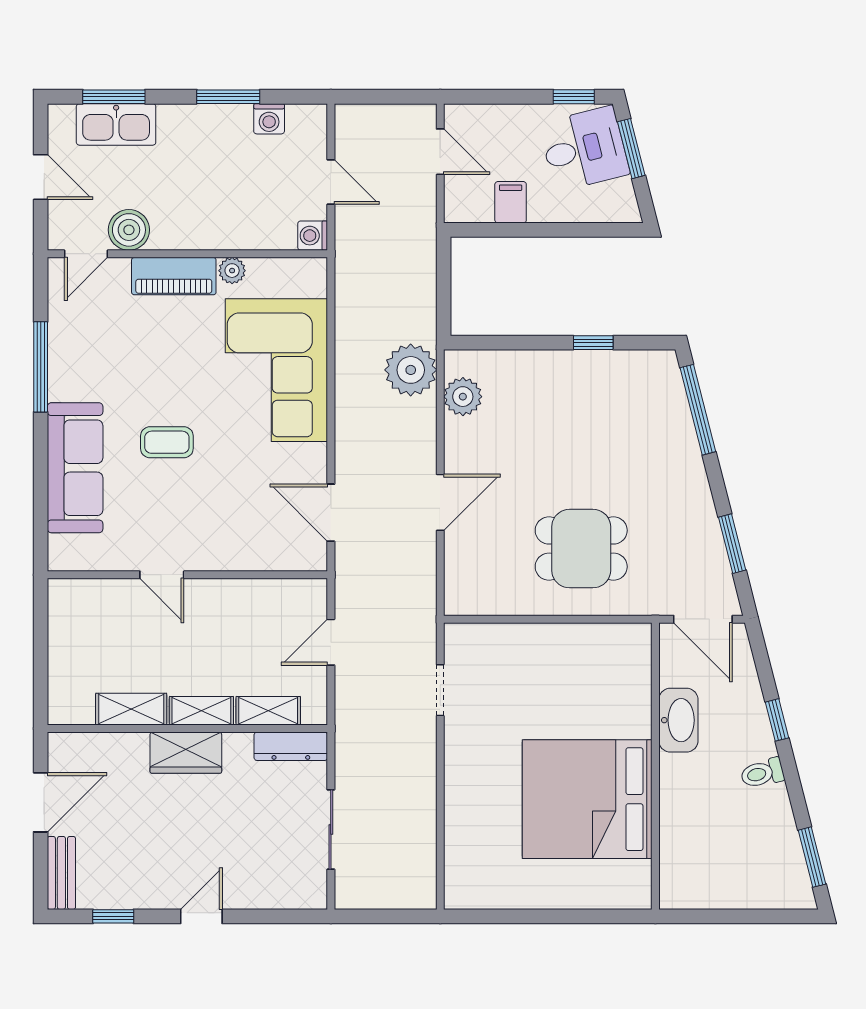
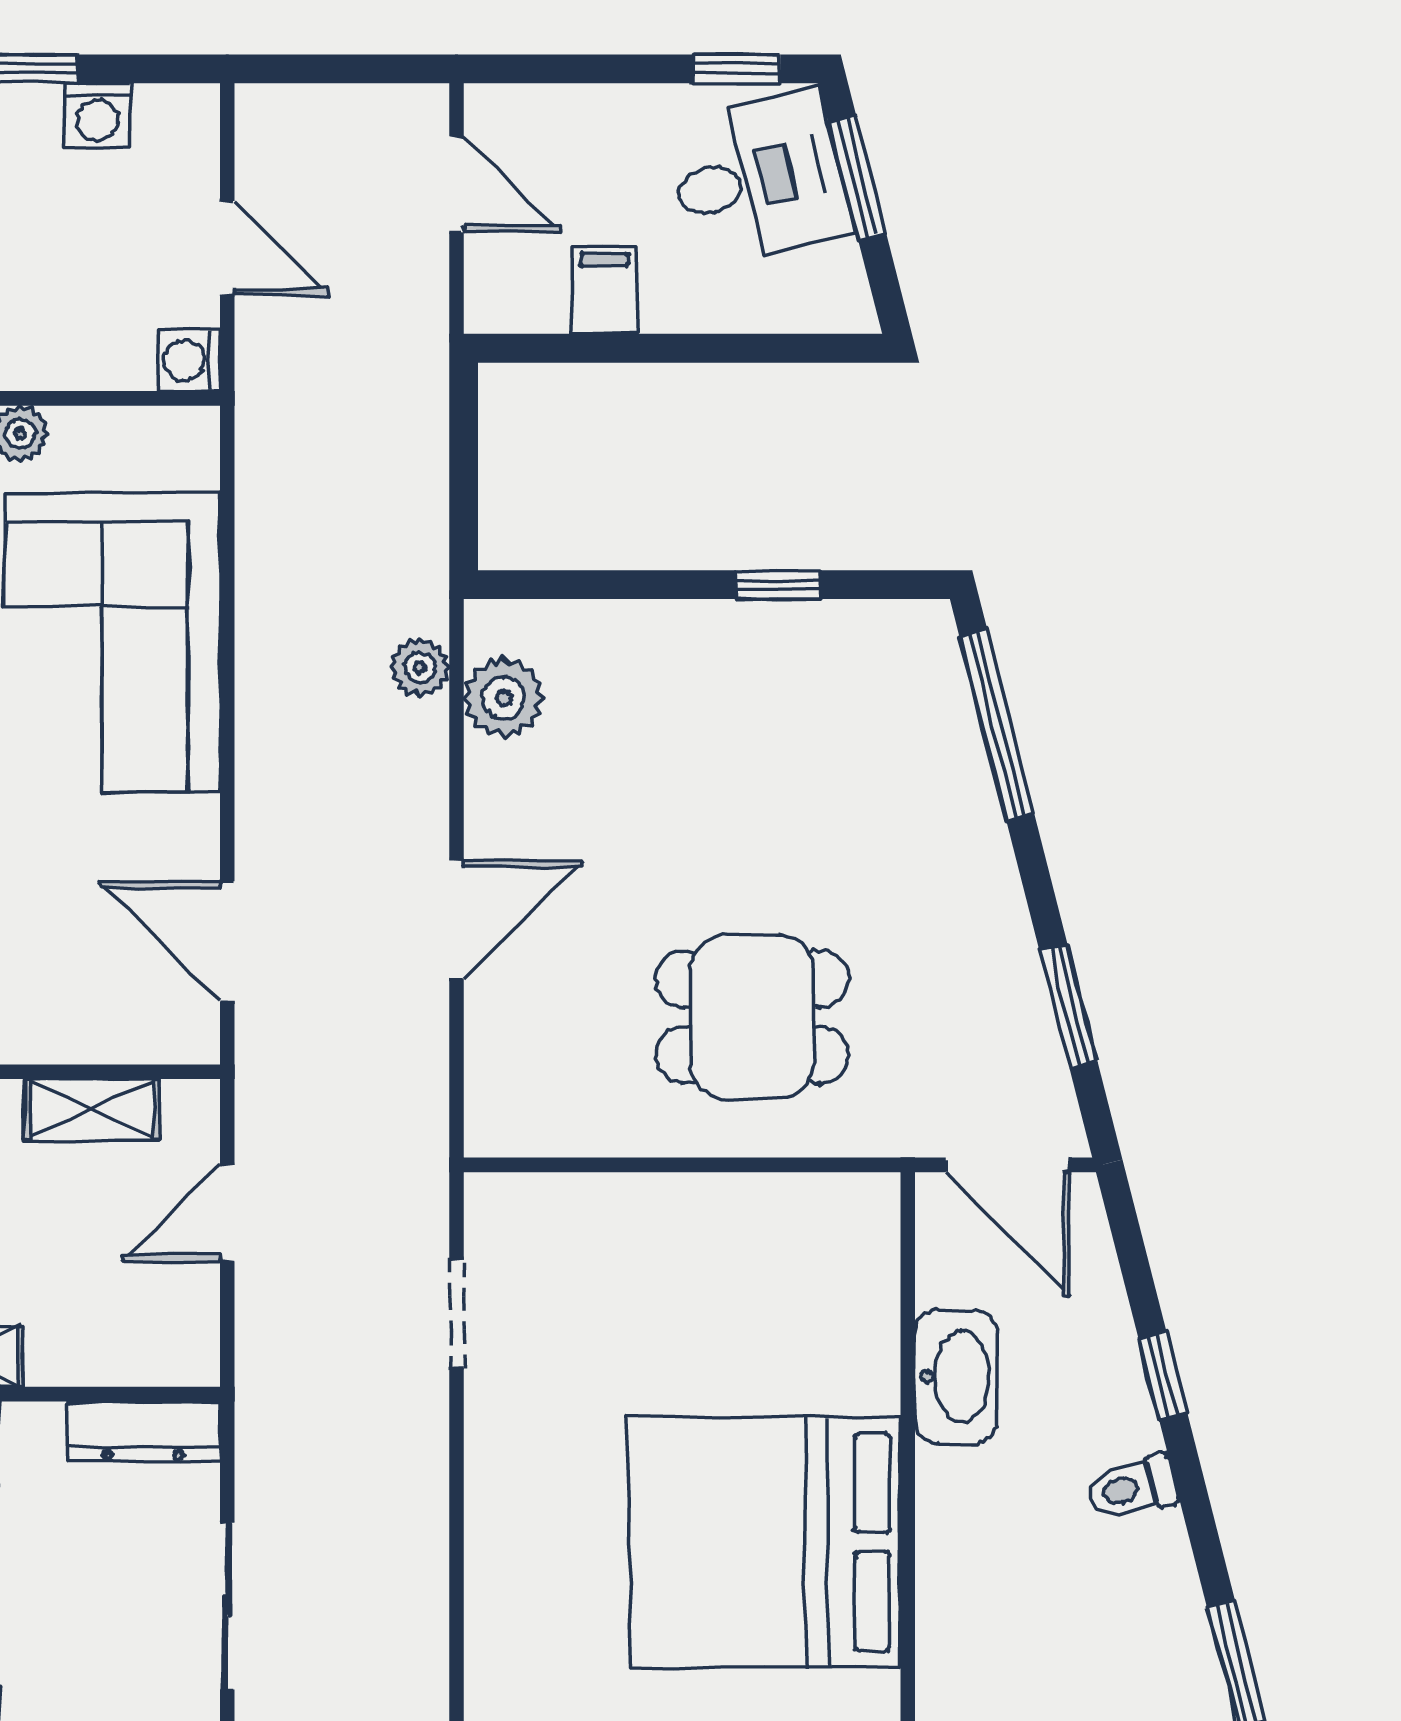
plant: (411, 370) -> (420, 667), width x0.53, depth x0.53
shelving: (268, 711) -> (92, 1109), moved

